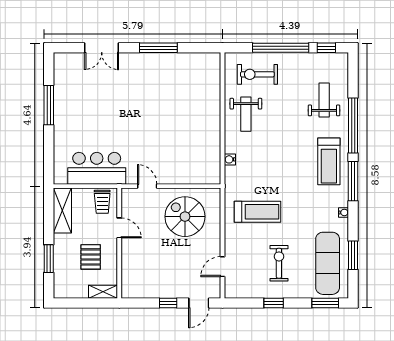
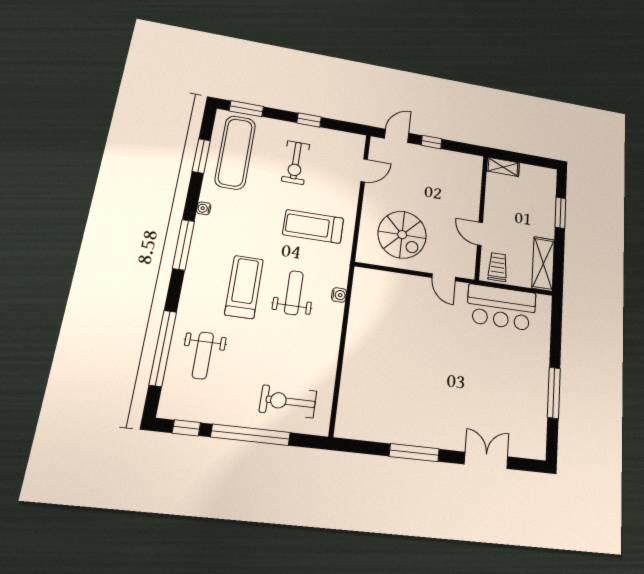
exercise bike: (257, 74) -> (288, 401), turned 180
weight bench: (246, 114) -> (294, 293), moved
window: (353, 126) -> (163, 348), moved
treadmill: (329, 161) -> (244, 287), moved
pallet: (91, 257) -> (514, 207), removed

